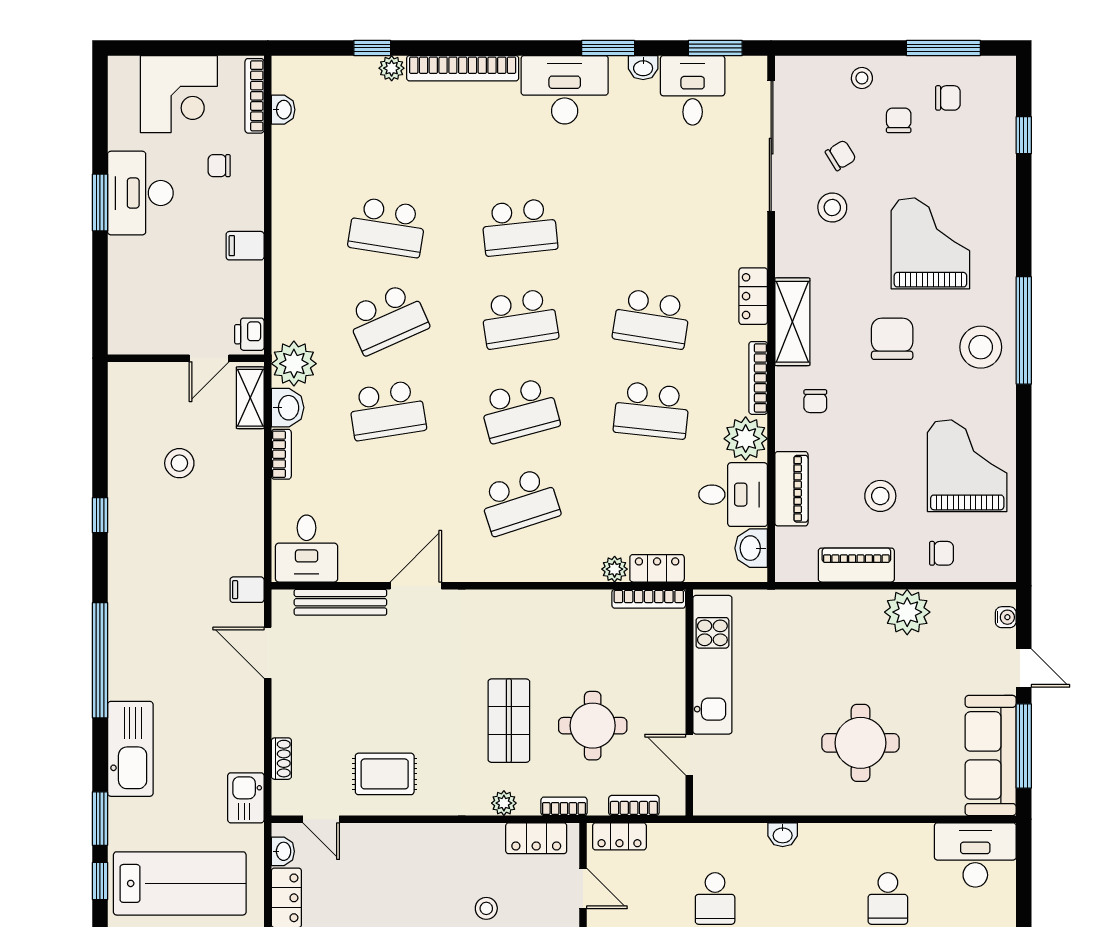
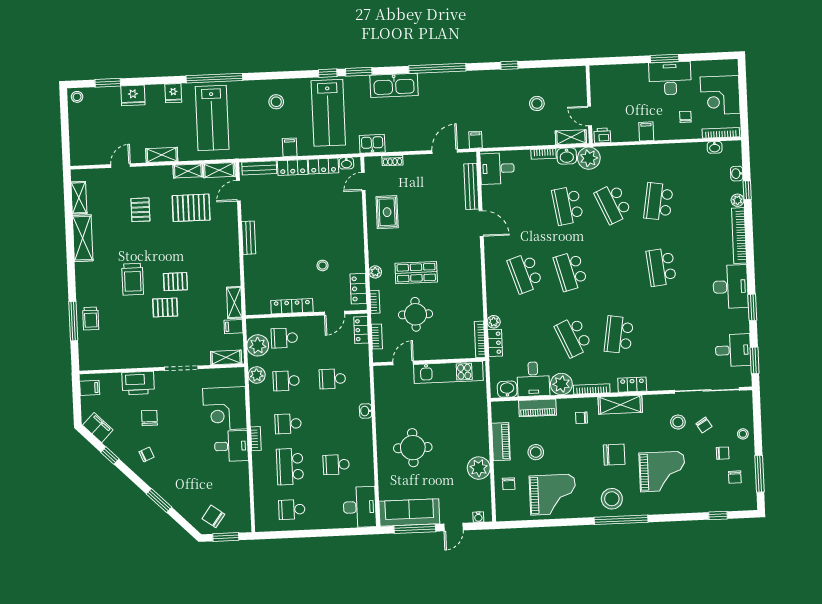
washbasin: (643, 68) -> (737, 174), moved
school desk: (519, 319) -> (616, 269), removed
school desk: (652, 410) -> (573, 337), turned -30

